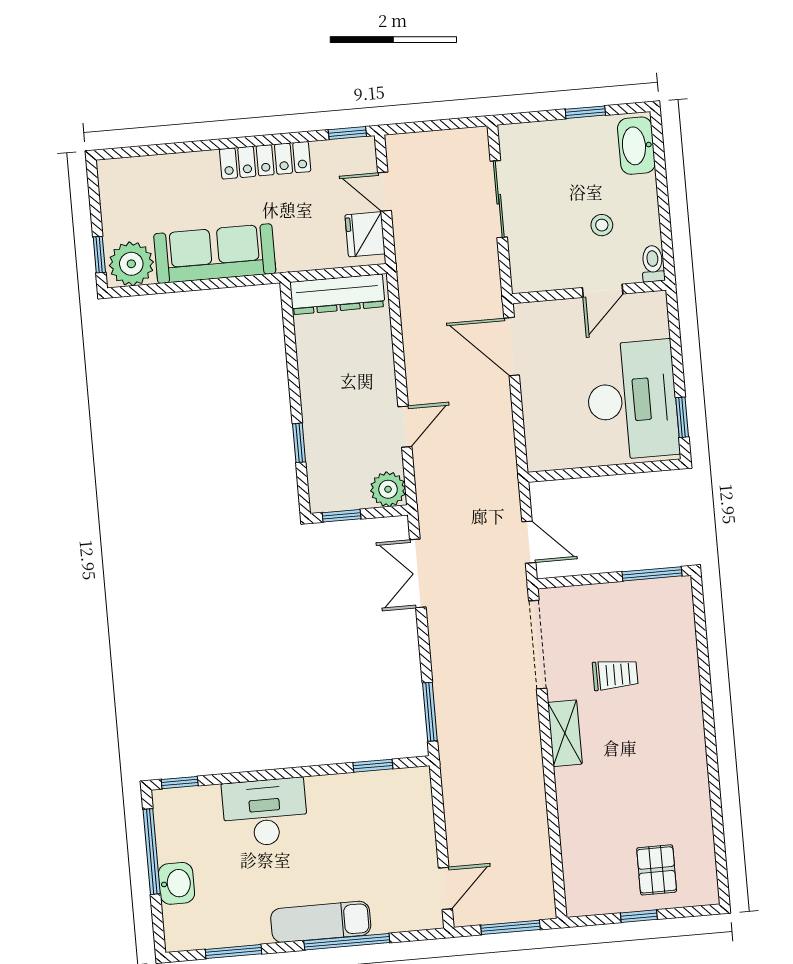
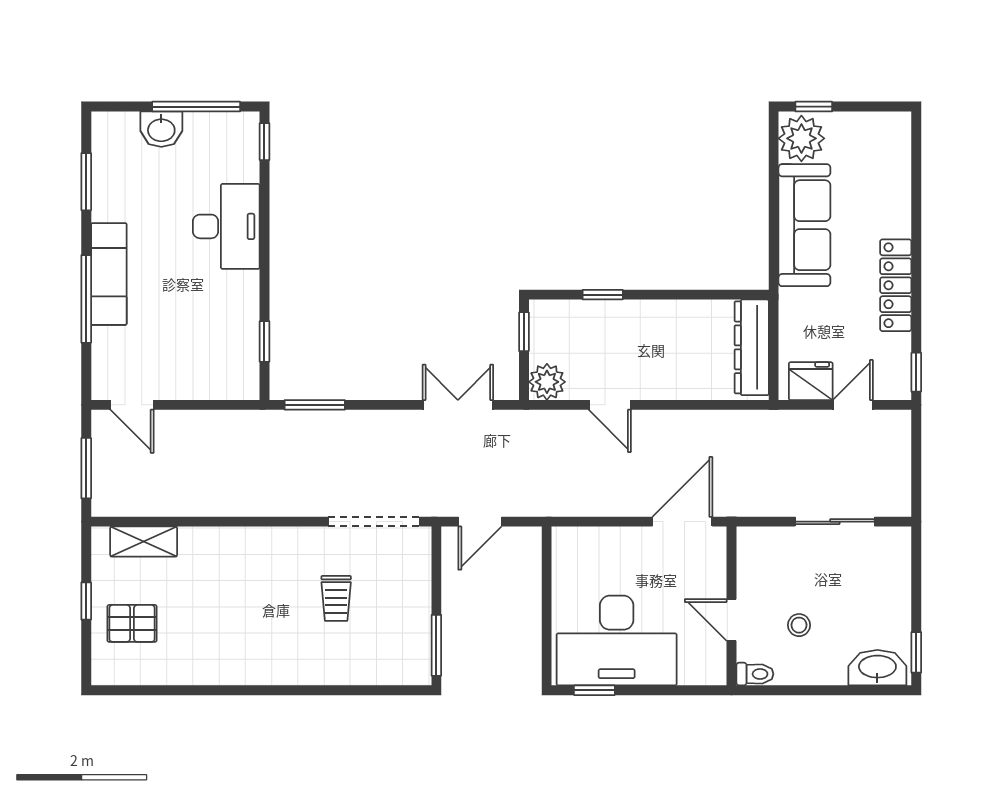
window: (585, 112) -> (916, 652), moved
shelving: (565, 733) -> (144, 542), moved

